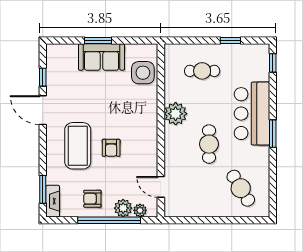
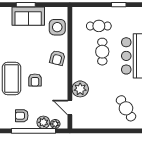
plant: (176, 114) -> (80, 89), moved
armchair: (143, 116) -> (57, 58), added
cafe table: (209, 144) -> (102, 52), moved

